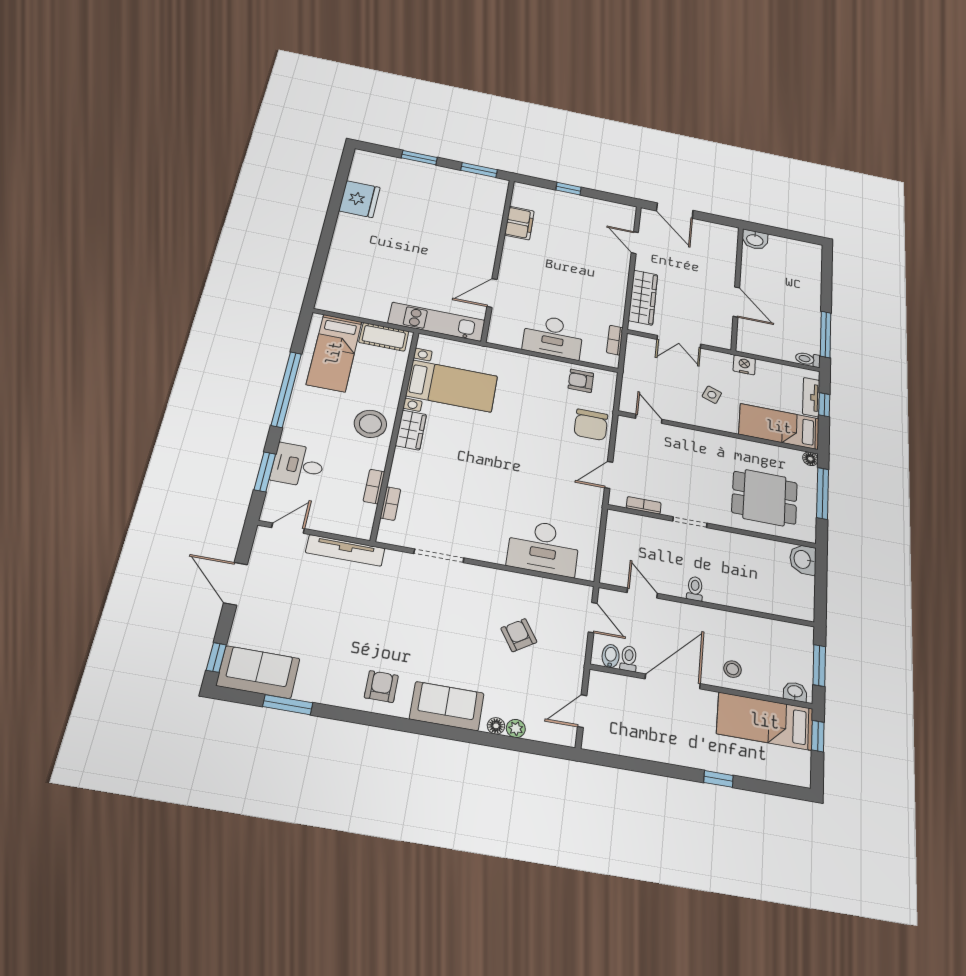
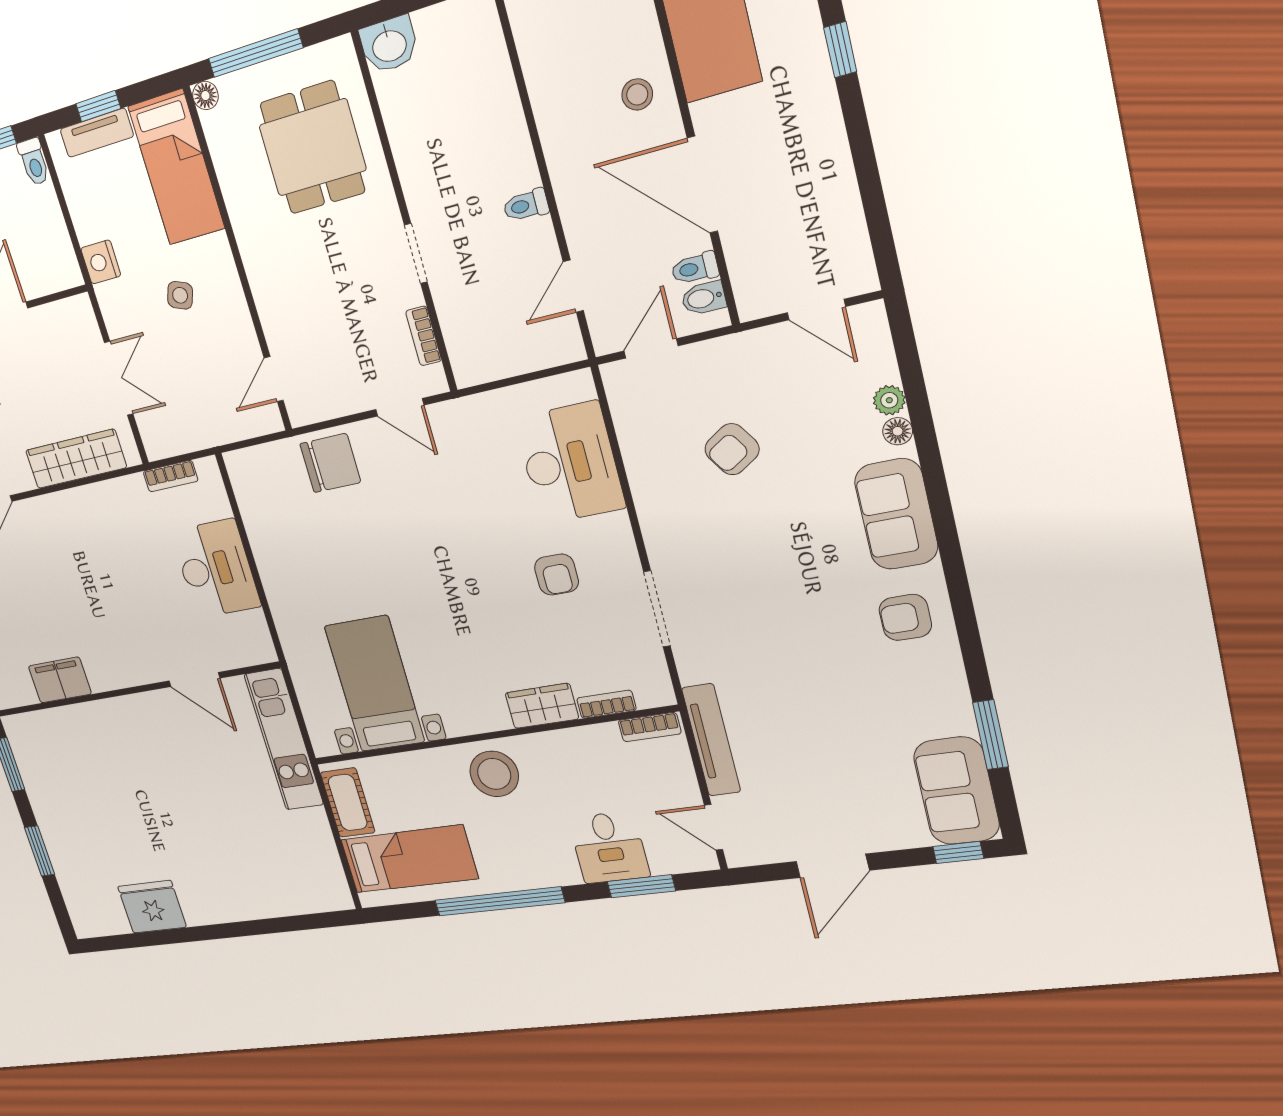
armchair: (581, 381) -> (556, 575), moved
wardrobe: (411, 430) -> (542, 706), moved
bookcase: (374, 486) -> (650, 727), moved

